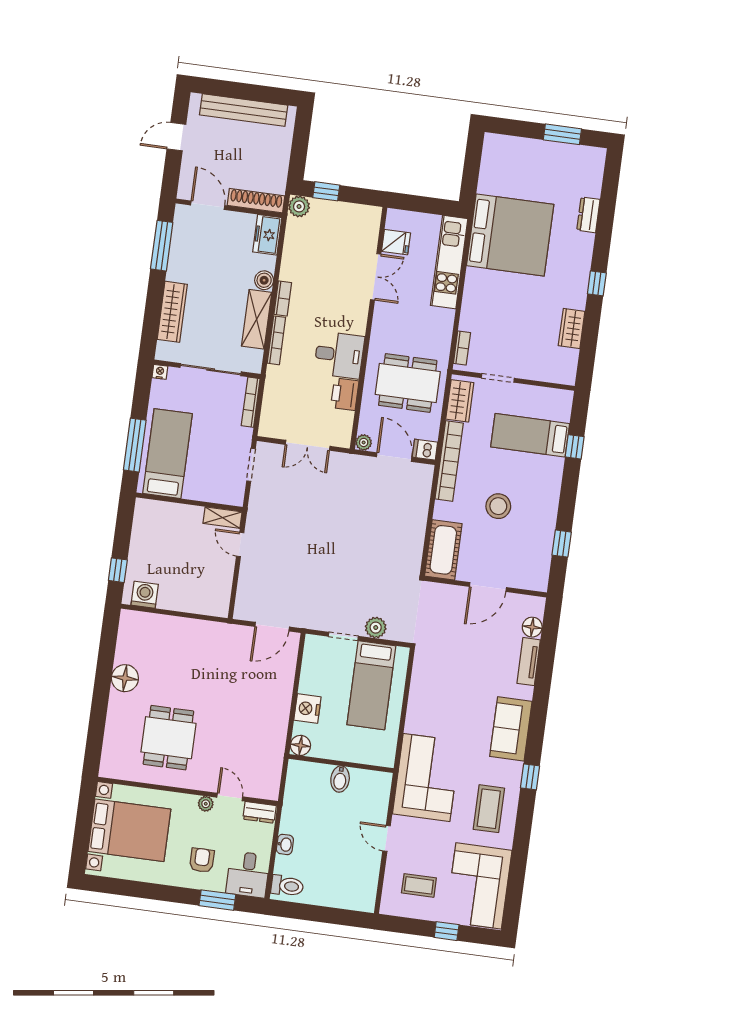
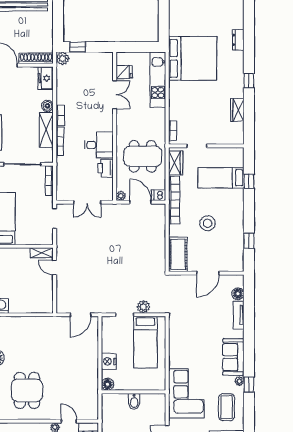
plant: (515, 769) -> (239, 381), added

